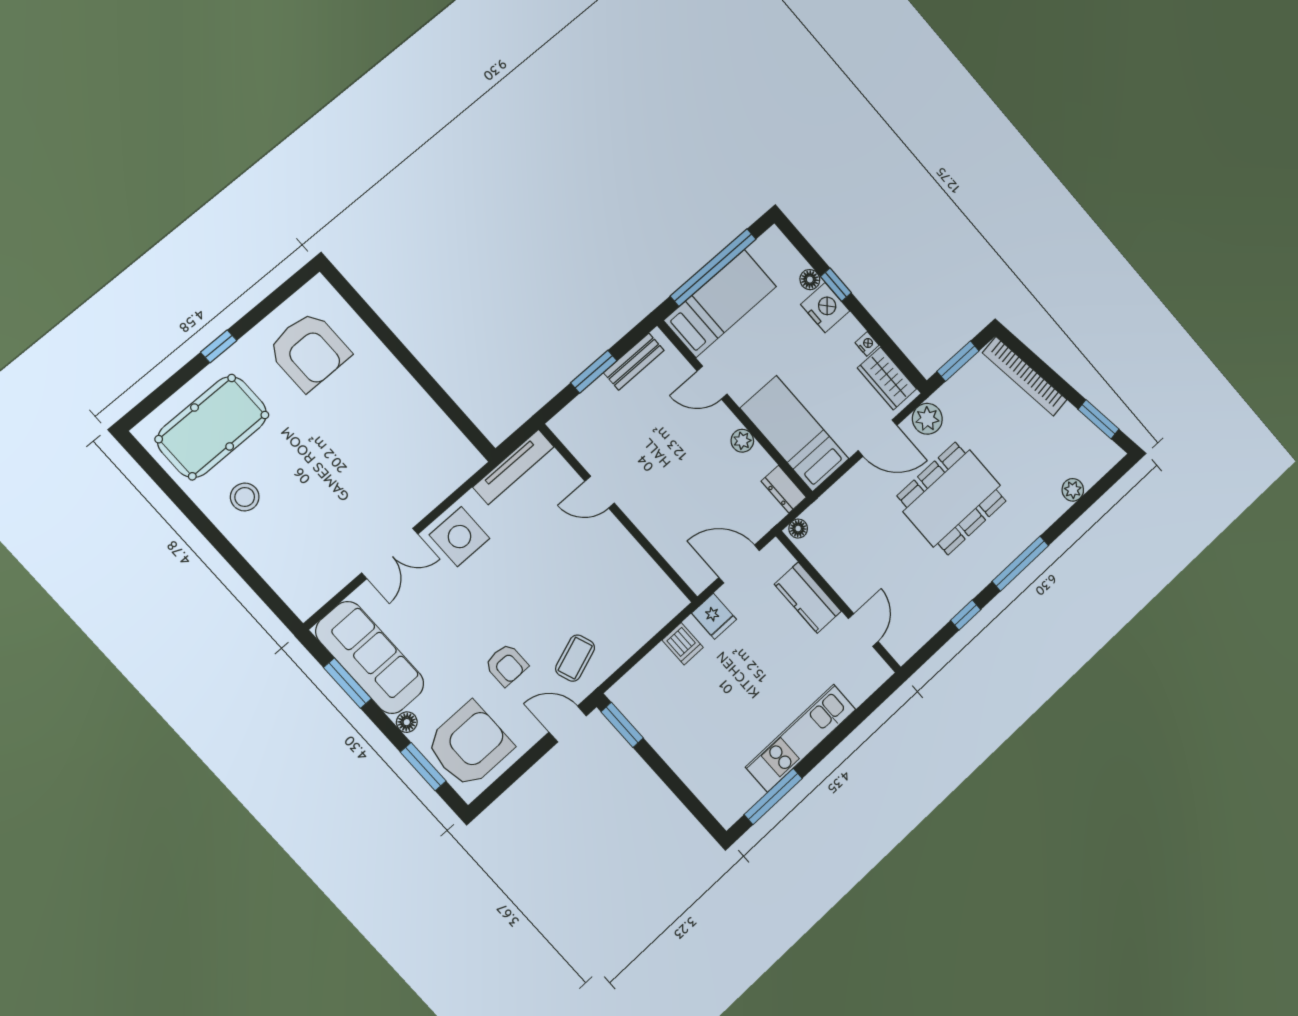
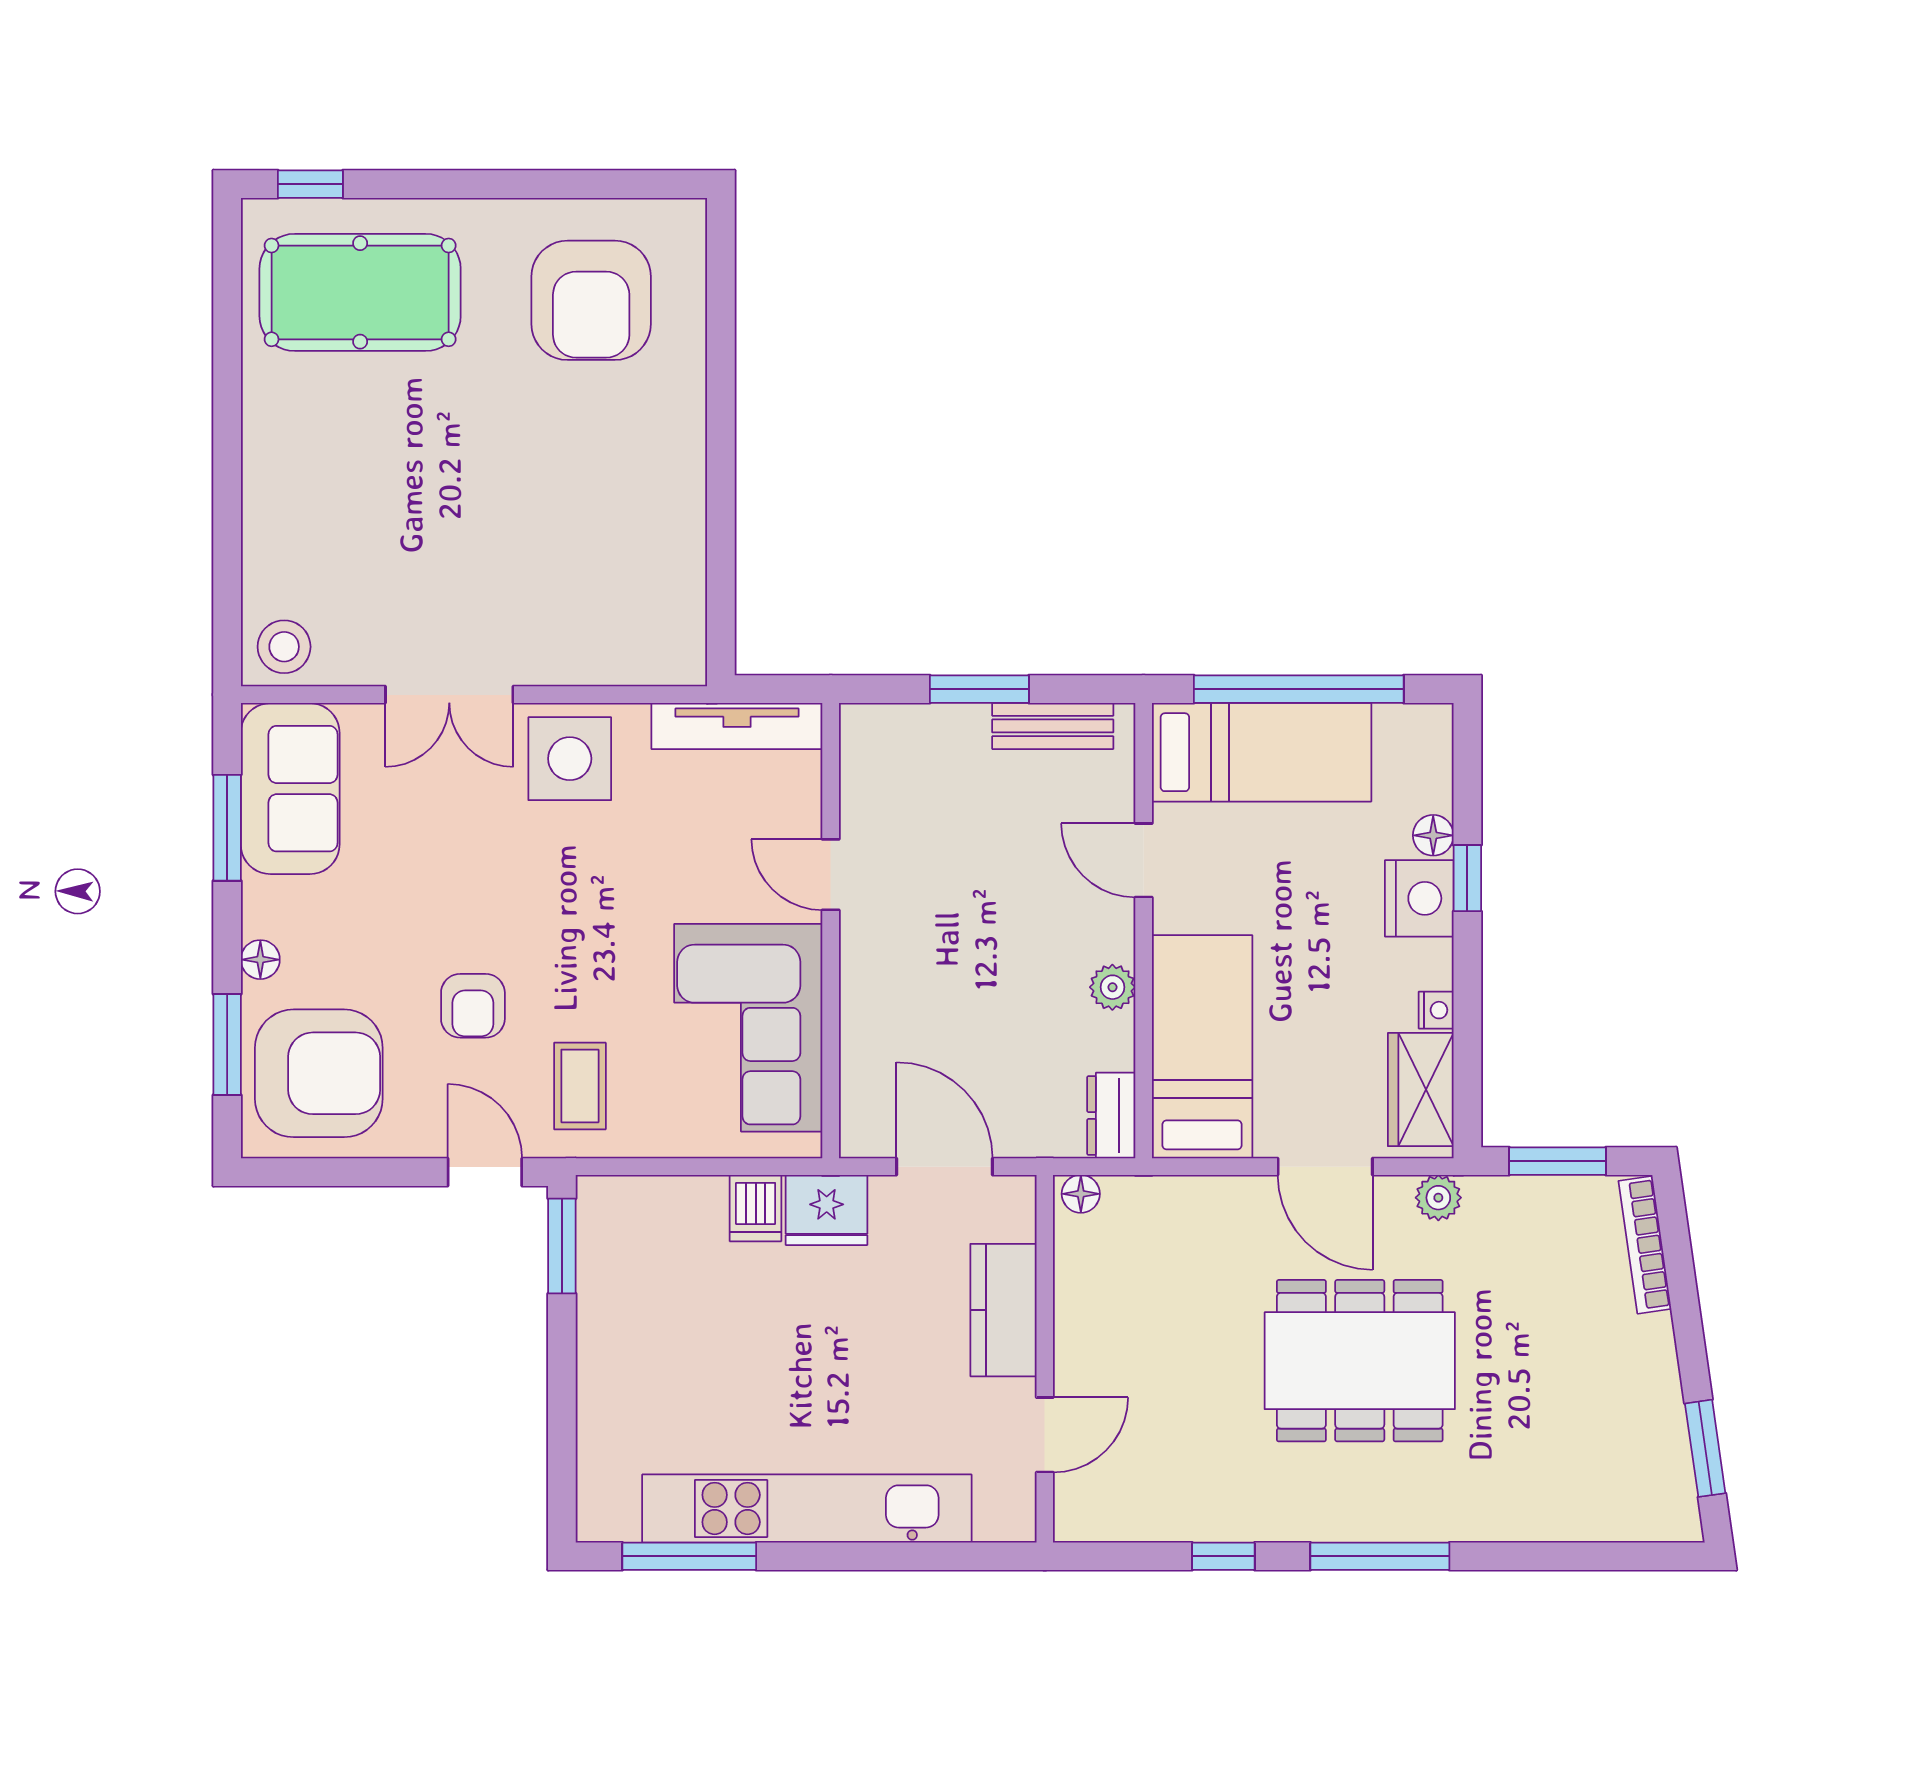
window: (219, 346) -> (310, 184), moved
bookcase: (1025, 376) -> (1645, 1245), width x0.68, depth x0.76
plant: (927, 419) -> (1438, 1198), width x0.73, depth x0.73
plant: (1073, 490) -> (1565, 1519), removed
stool: (245, 497) -> (284, 647), moved
corner sofa: (620, 578) -> (748, 1028), added
fridge: (714, 616) -> (827, 1210), width x1.38
sofa: (370, 658) -> (290, 789), width x0.73
coffee table: (575, 658) -> (580, 1086), turned -70
kitchen unit: (801, 738) -> (807, 1508), width x1.36

